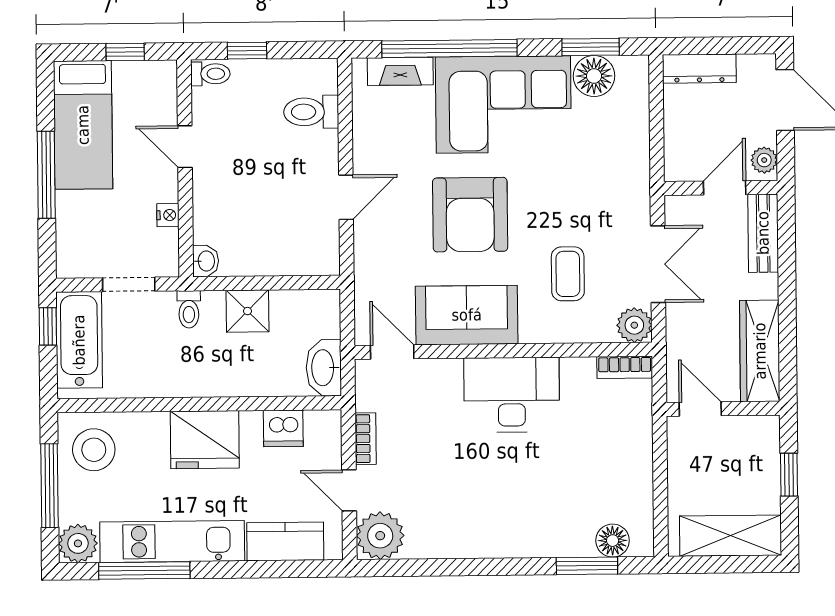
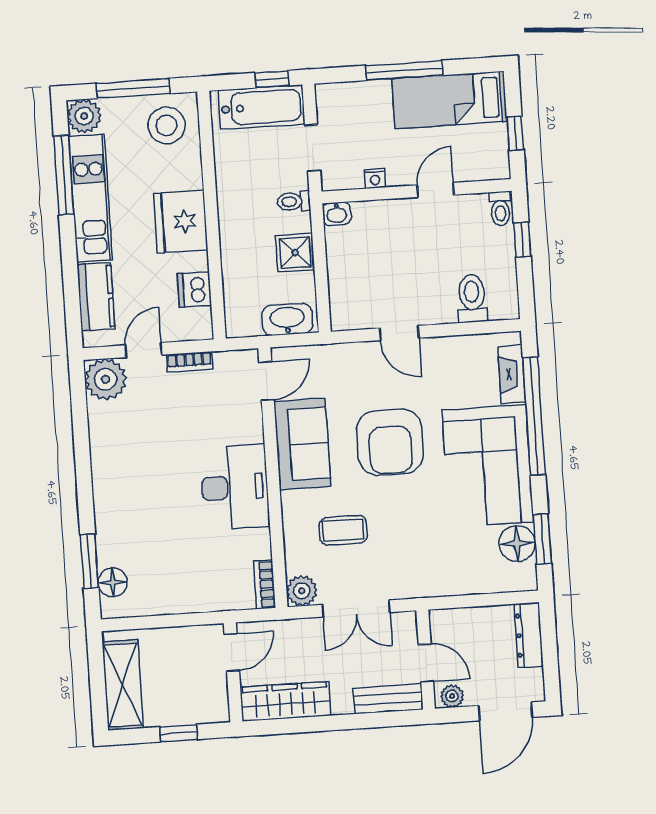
armchair: (470, 215) -> (390, 442), turned -90
washbasin: (324, 368) -> (287, 319), moved

